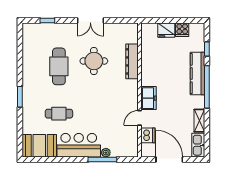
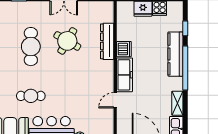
round table: (94, 61) -> (67, 41), turned 30
freezer: (149, 98) -> (124, 75), width x1.40
dishwasher: (148, 135) -> (124, 49), moved

